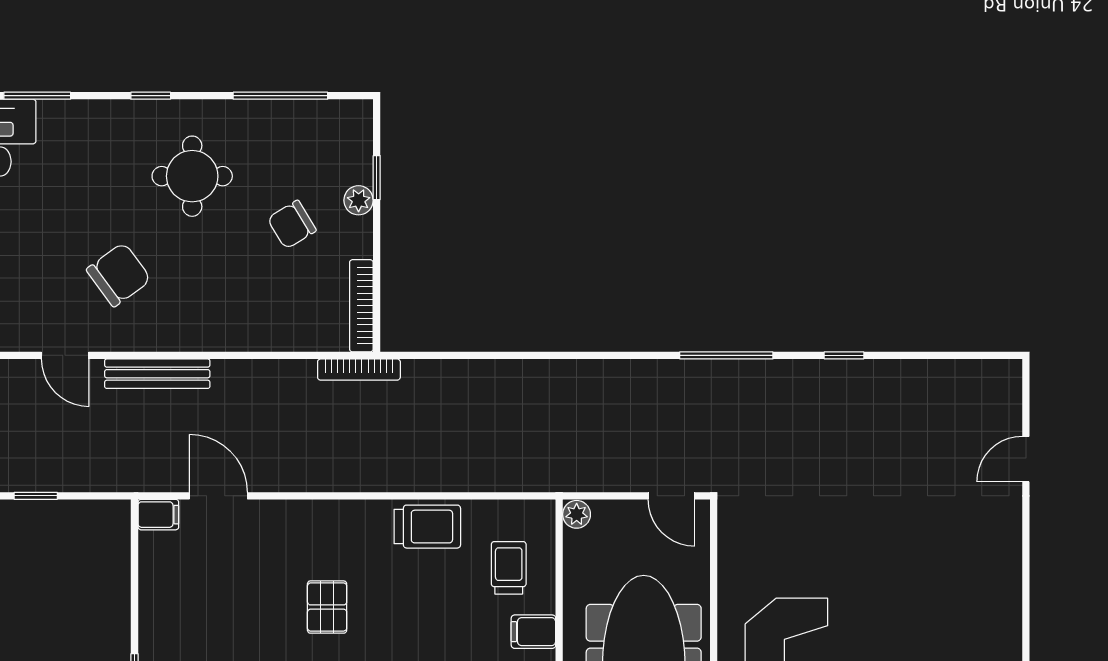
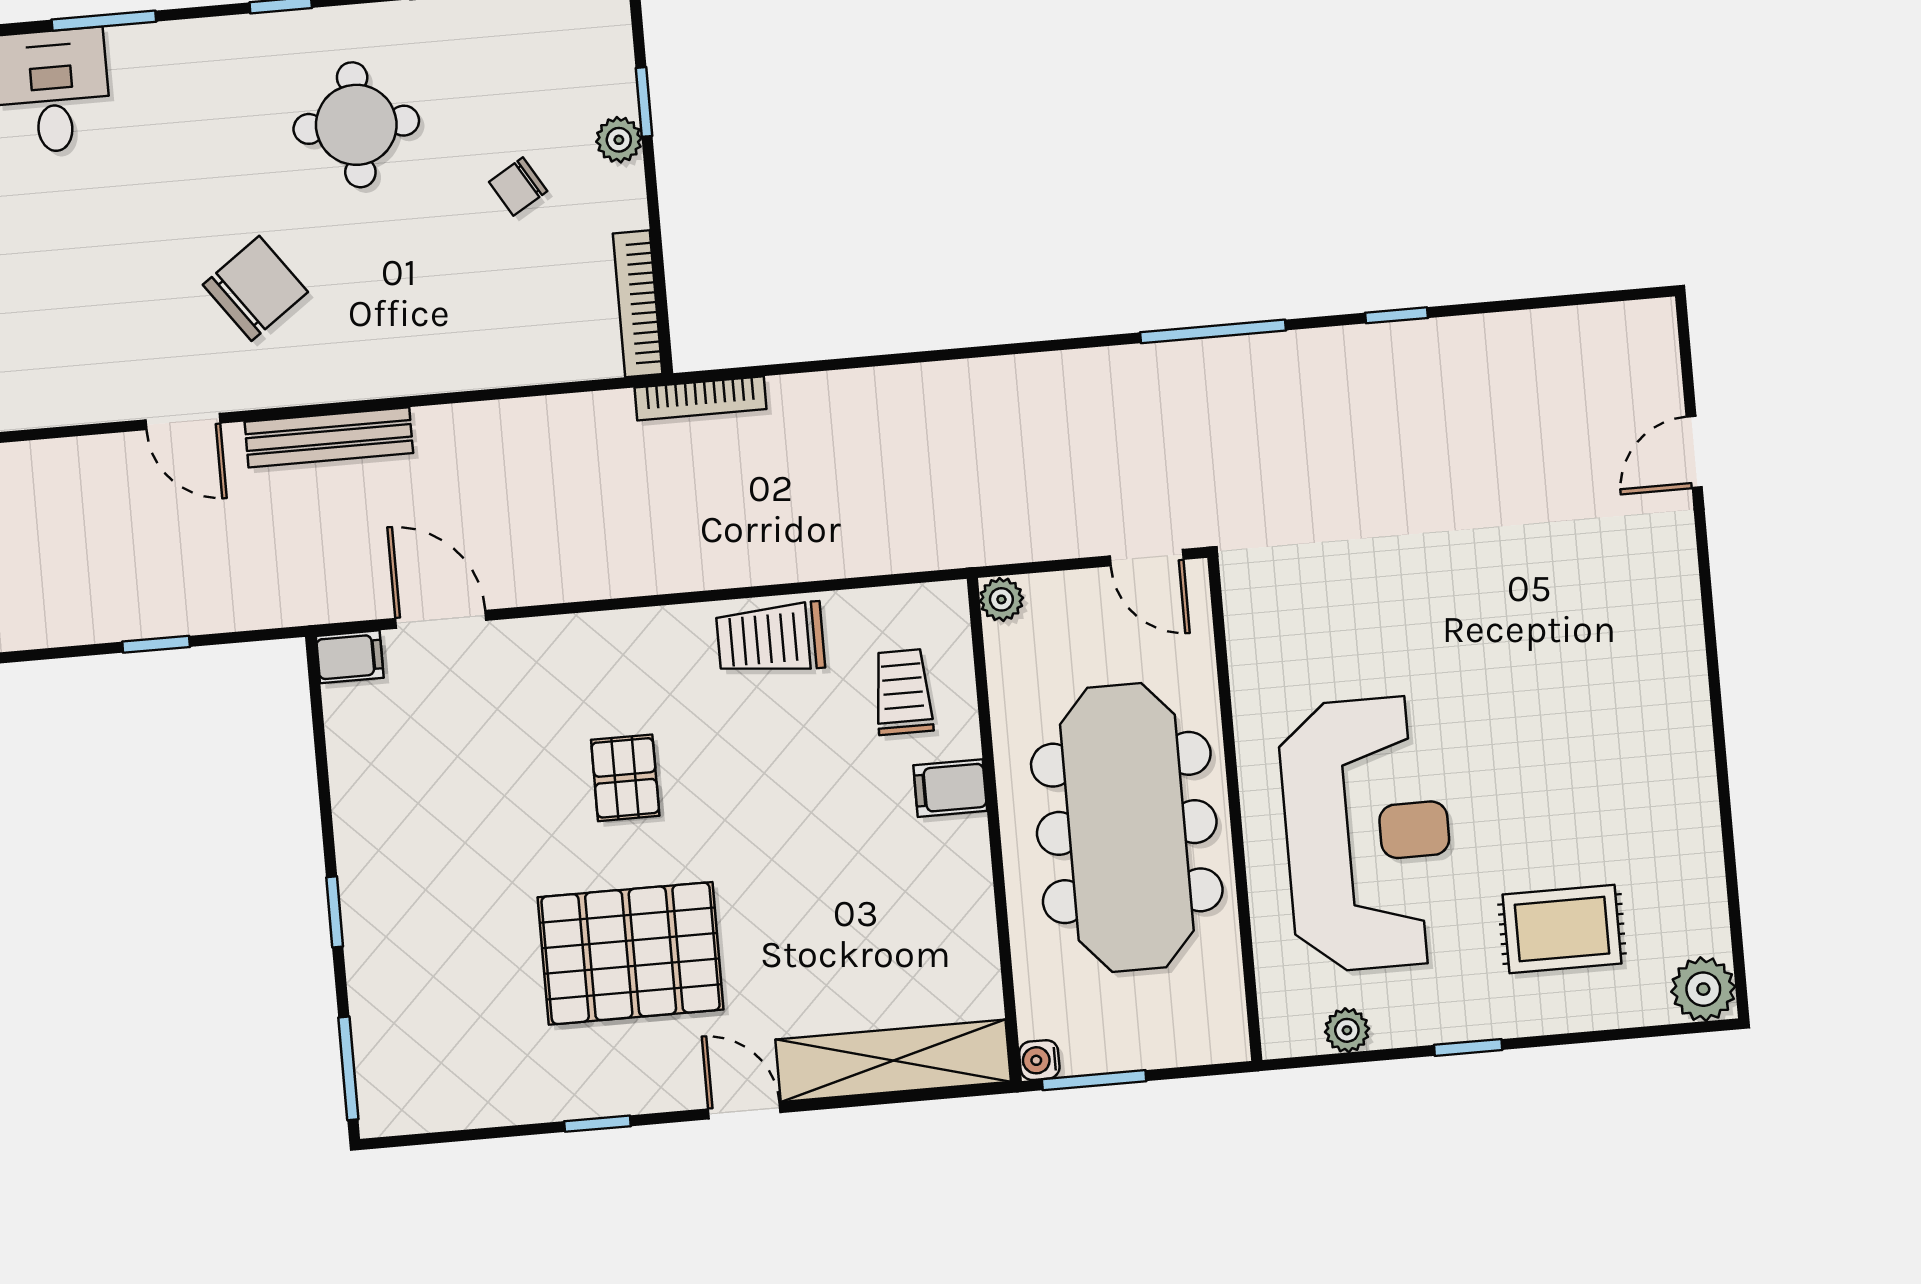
chair: (292, 224) -> (518, 187), width x0.73, depth x0.73
bookcase: (359, 370) -> (700, 398), moved
trolley: (427, 527) -> (770, 639), turned 180

